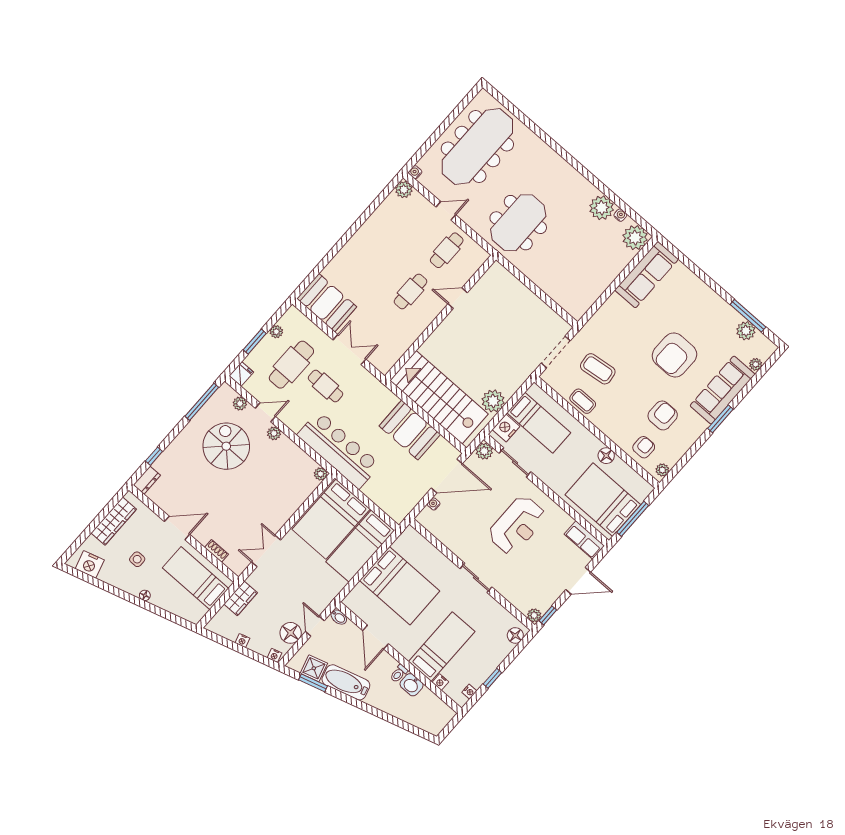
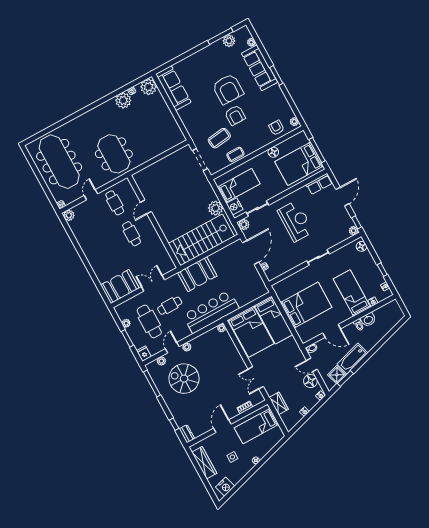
armchair: (663, 415) -> (235, 115), moved, turned 180
booth: (410, 430) -> (197, 274), moved

